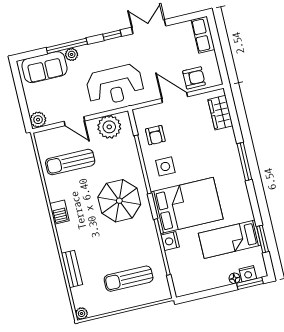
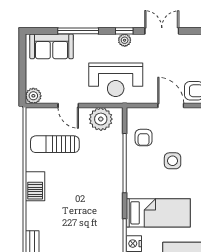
plant: (72, 54) -> (125, 40), moved
side table: (165, 166) -> (173, 161), moved
parasol: (119, 201) -> (94, 193), removed
bed: (187, 205) -> (158, 213), width x0.67
barbecue: (59, 212) -> (35, 186), width x1.38, depth x1.27

